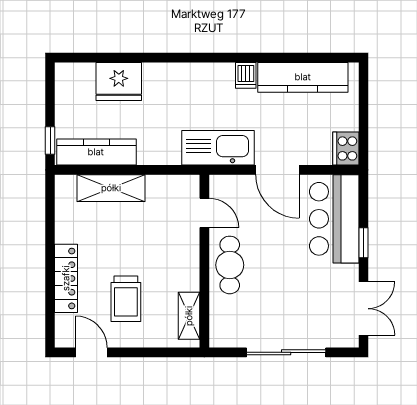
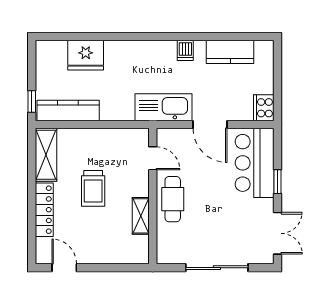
kitchen counter: (303, 77) -> (230, 52), width x0.67
shelving: (111, 188) -> (46, 155), moved, turned 90
trolley: (126, 299) -> (93, 188), moved
shelving: (189, 316) -> (141, 216), moved

